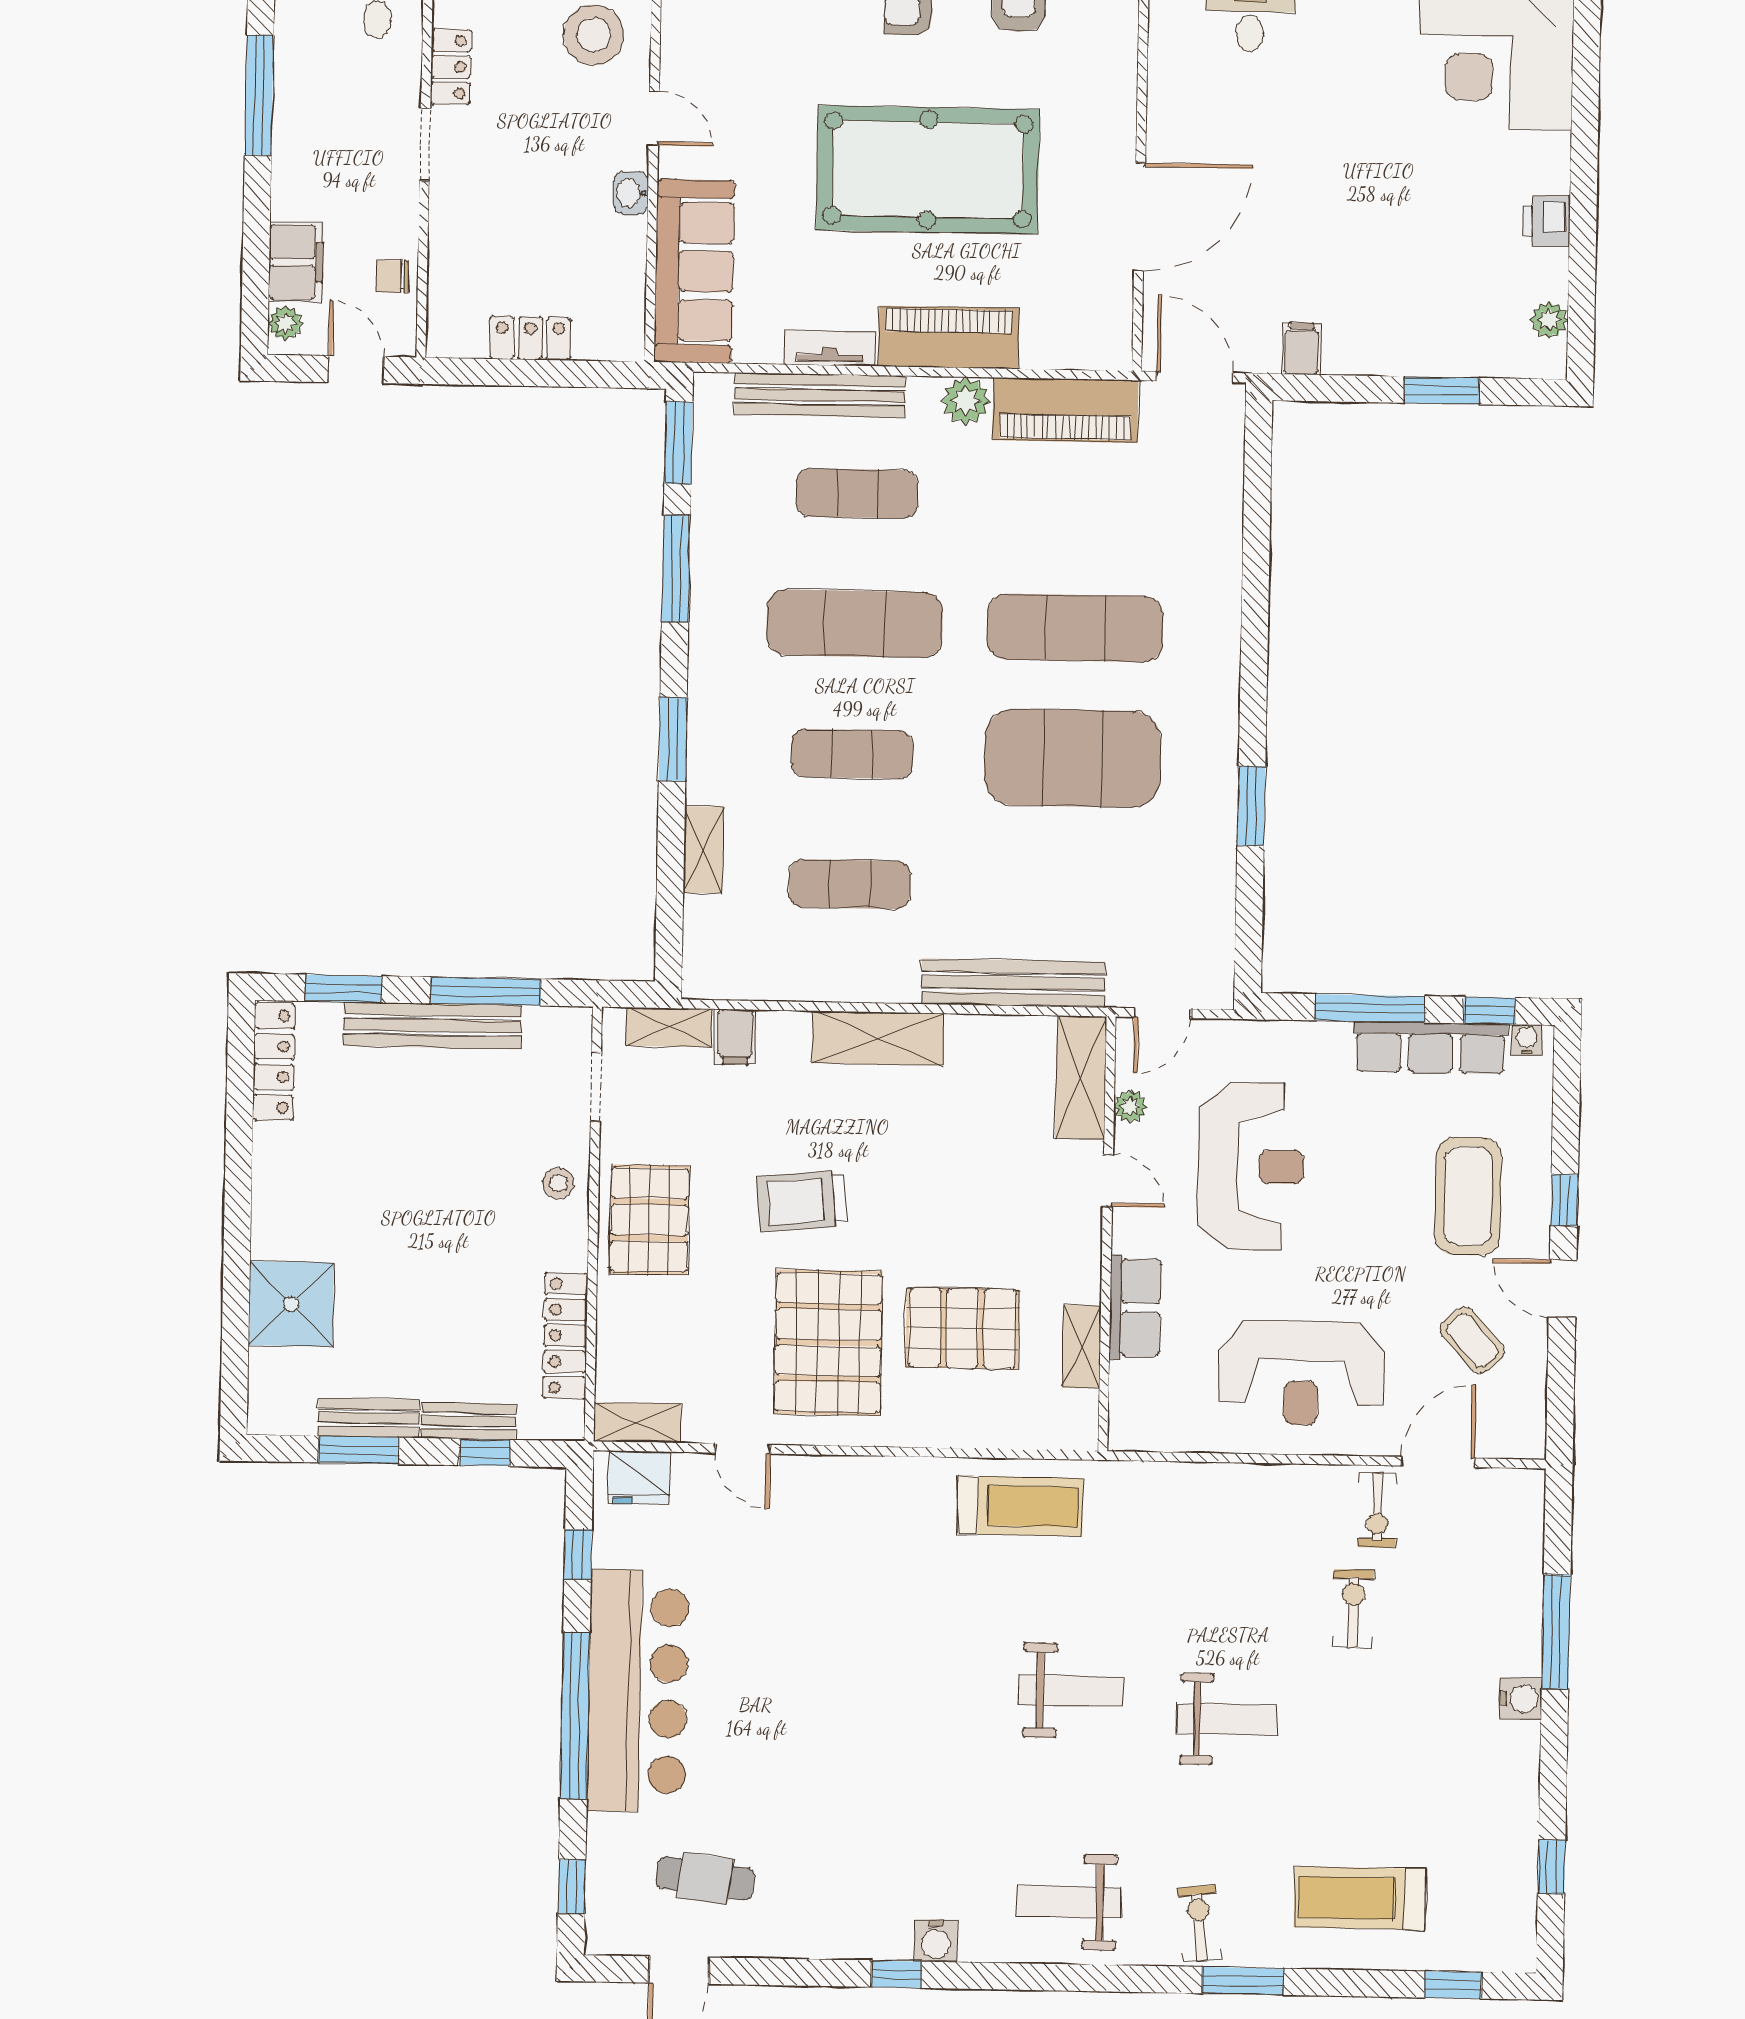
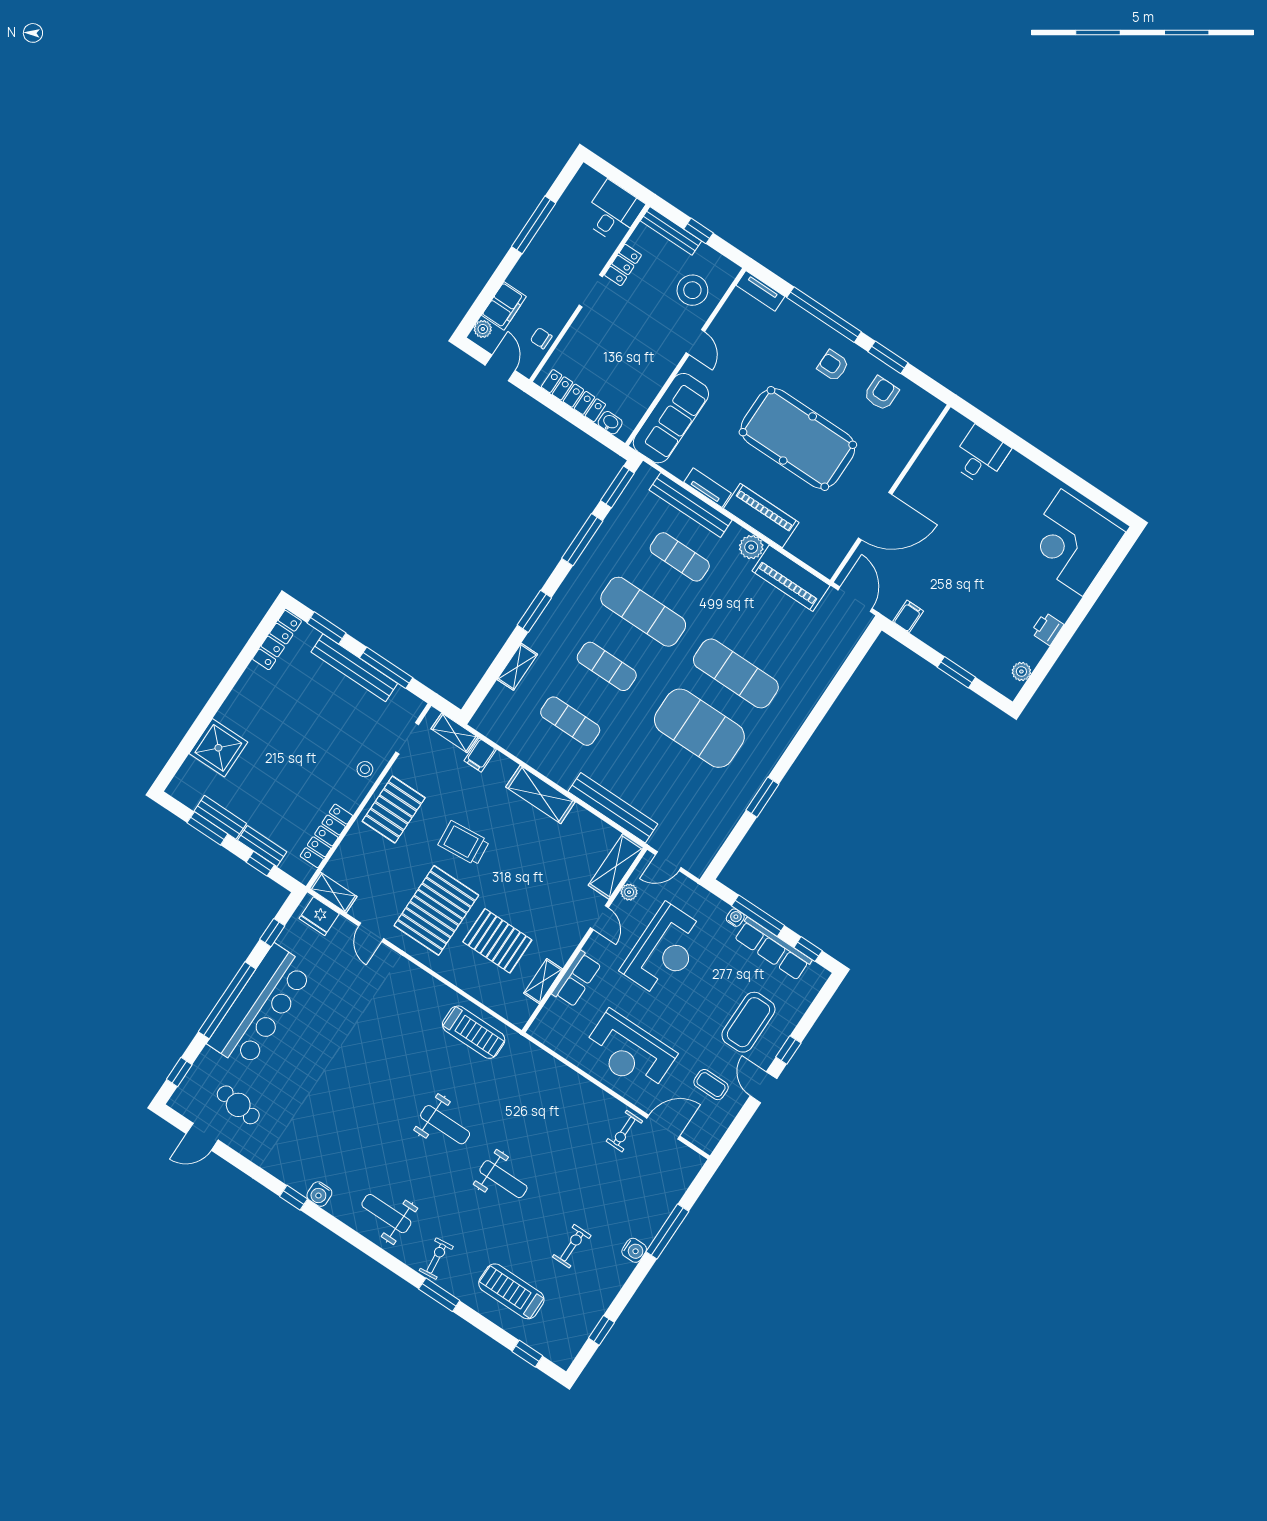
washbasin: (631, 193) -> (610, 423), moved, turned 90
locker: (530, 338) -> (573, 396), width x1.53
water cooler: (1527, 1040) -> (735, 918), moved
coffee table: (1472, 1340) -> (711, 1085), turned -48
exercise bike: (1353, 1609) -> (572, 1246), moved

